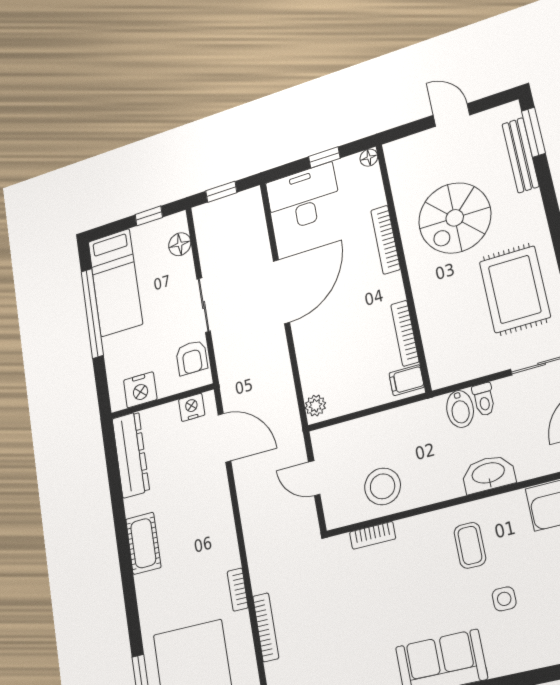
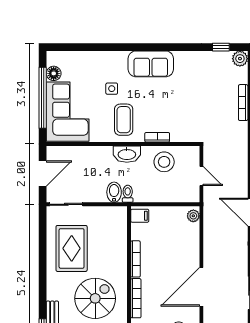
bookcase: (405, 333) -> (135, 259), moved
toilet: (484, 399) -> (128, 194), moved
washbasin: (488, 474) -> (127, 154), moved
bookcase: (373, 535) -> (157, 137), moved
coffee table: (470, 545) -> (124, 120), width x1.36, depth x1.30

